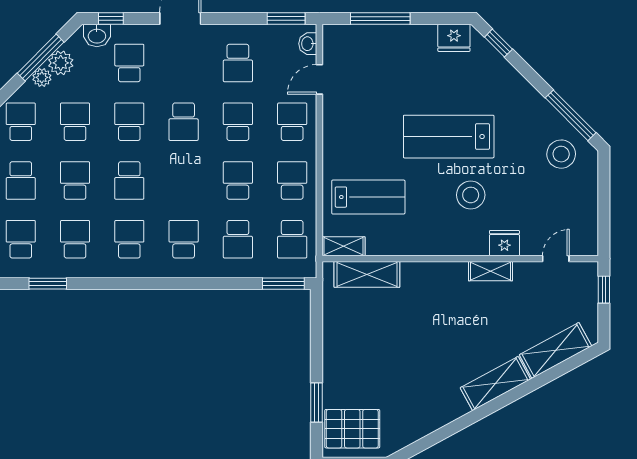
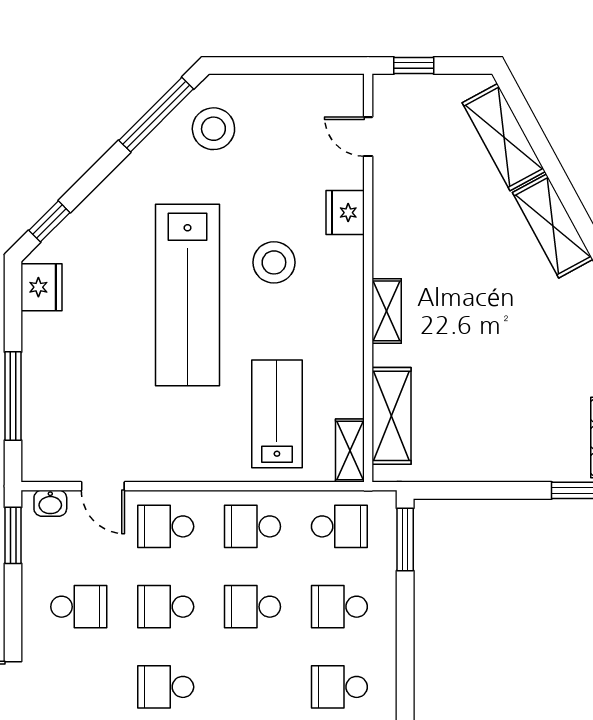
school desk: (184, 122) -> (166, 687), turned 180
lab bench: (449, 137) -> (188, 295), width x1.36
school desk: (238, 239) -> (339, 607), turned 180
shelving: (490, 271) -> (387, 311), moved

